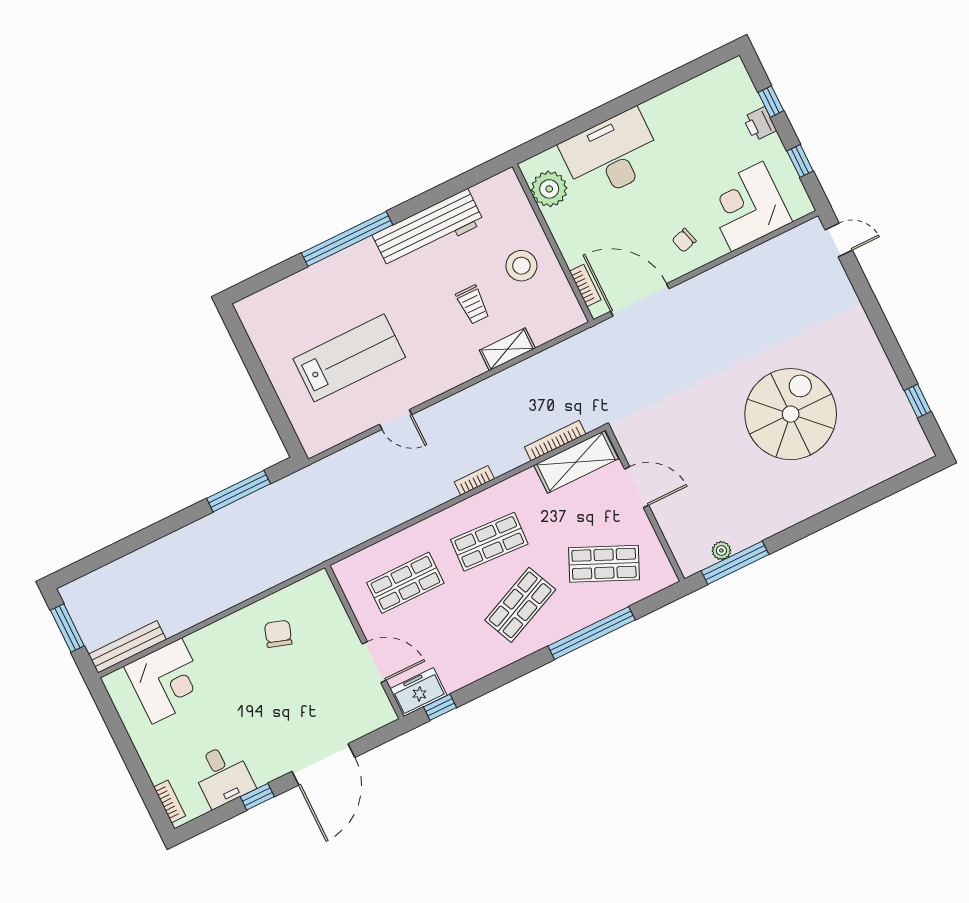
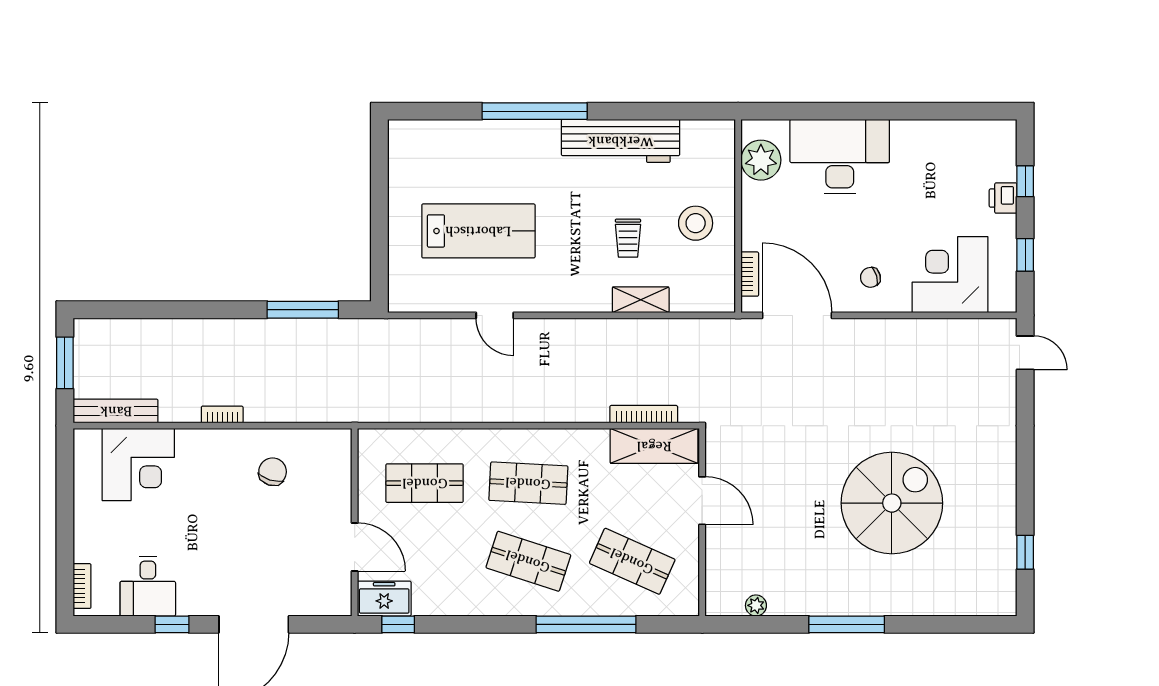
bookcase: (474, 480) -> (222, 415), moved
window: (735, 563) -> (847, 624), moved
shop shelf: (520, 605) -> (528, 561), turned 42

